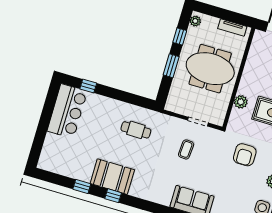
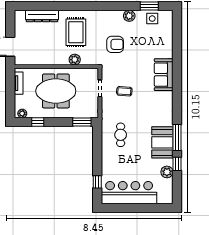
window: (171, 66) -> (82, 122), moved
meeting table: (210, 69) -> (56, 91), turned 90
bar counter: (67, 111) -> (129, 193), width x1.36
plant: (76, 172) -> (167, 172), added
window: (113, 196) -> (177, 137), width x2.17

